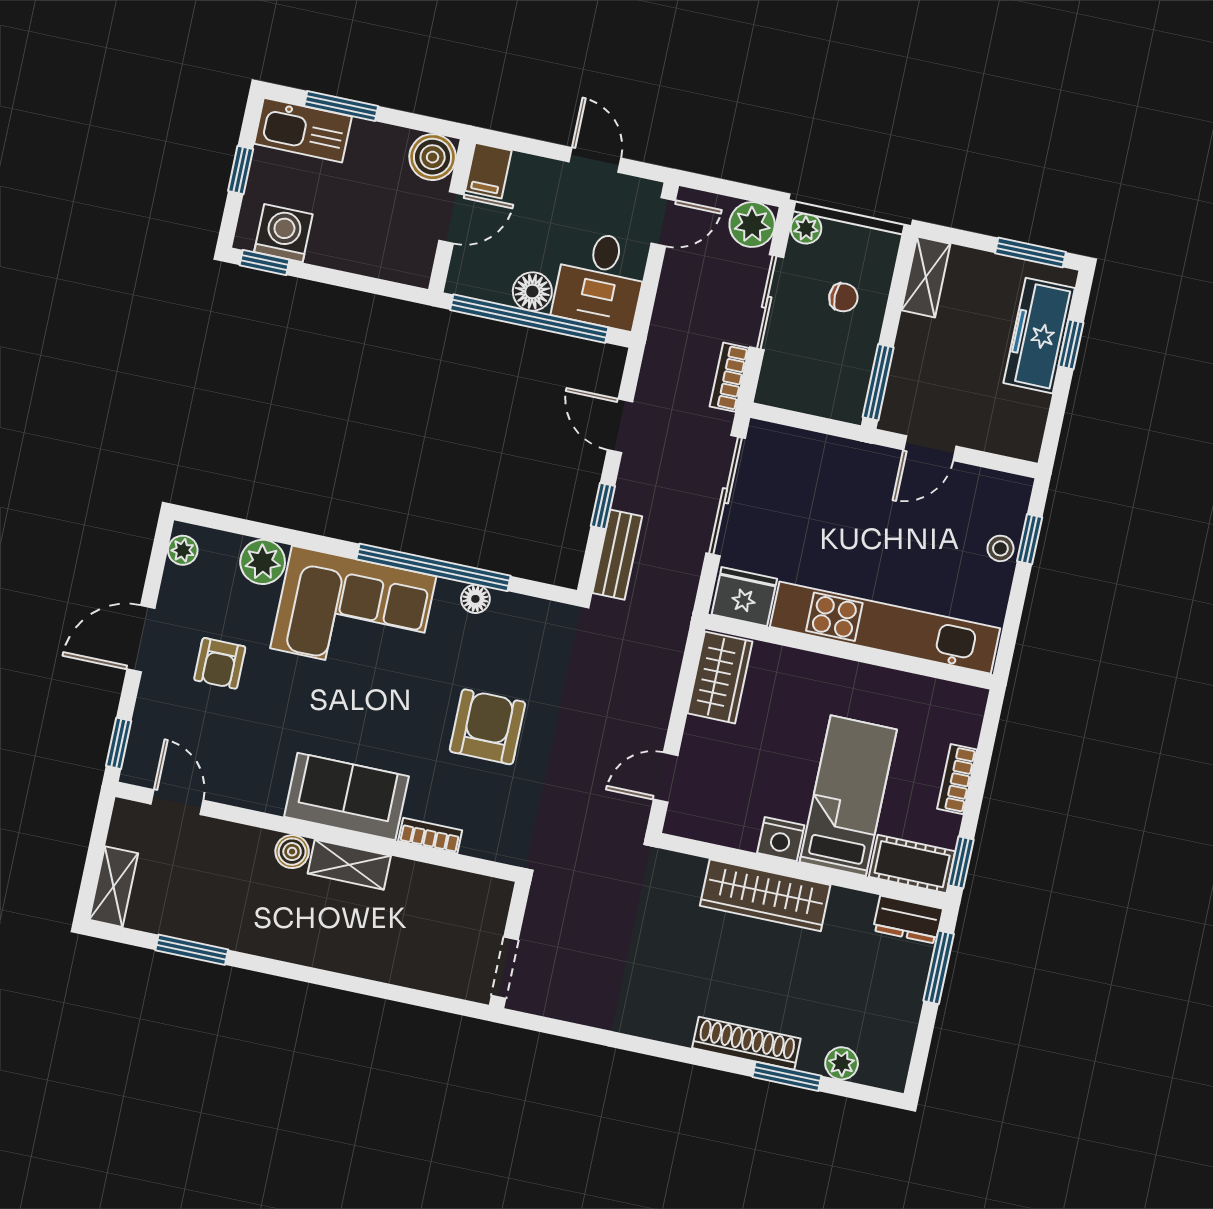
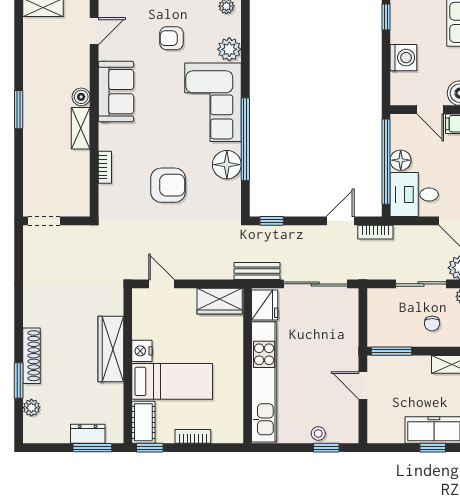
washing machine: (283, 233) -> (403, 58), moved
bookcase: (729, 377) -> (375, 232), moved, turned 180
window: (603, 506) -> (272, 221), moved
bench: (617, 555) -> (257, 271), moved
floor lamp: (475, 599) -> (227, 165), width x1.89, depth x1.89
sofa: (346, 796) -> (116, 92), moved
dresser: (908, 920) -> (88, 434), moved, turned 90
window: (192, 950) -> (19, 110), moved

